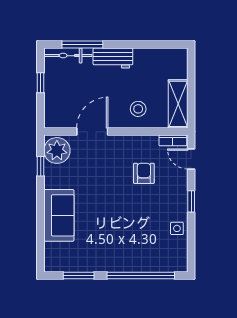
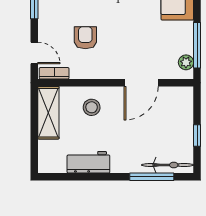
workbench: (113, 58) -> (88, 162), moved
plant: (57, 150) -> (186, 62), width x0.53, depth x0.53
window: (41, 166) -> (197, 45), width x2.17
armchair: (144, 173) -> (85, 38), turned 180

